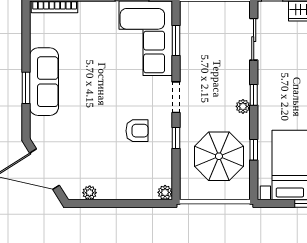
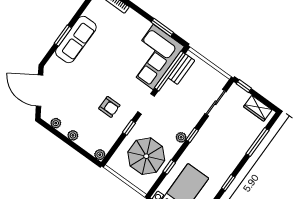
bench: (188, 29) -> (181, 69), added
window: (176, 41) -> (170, 71), width x2.11
plant: (119, 193) -> (73, 135), added

